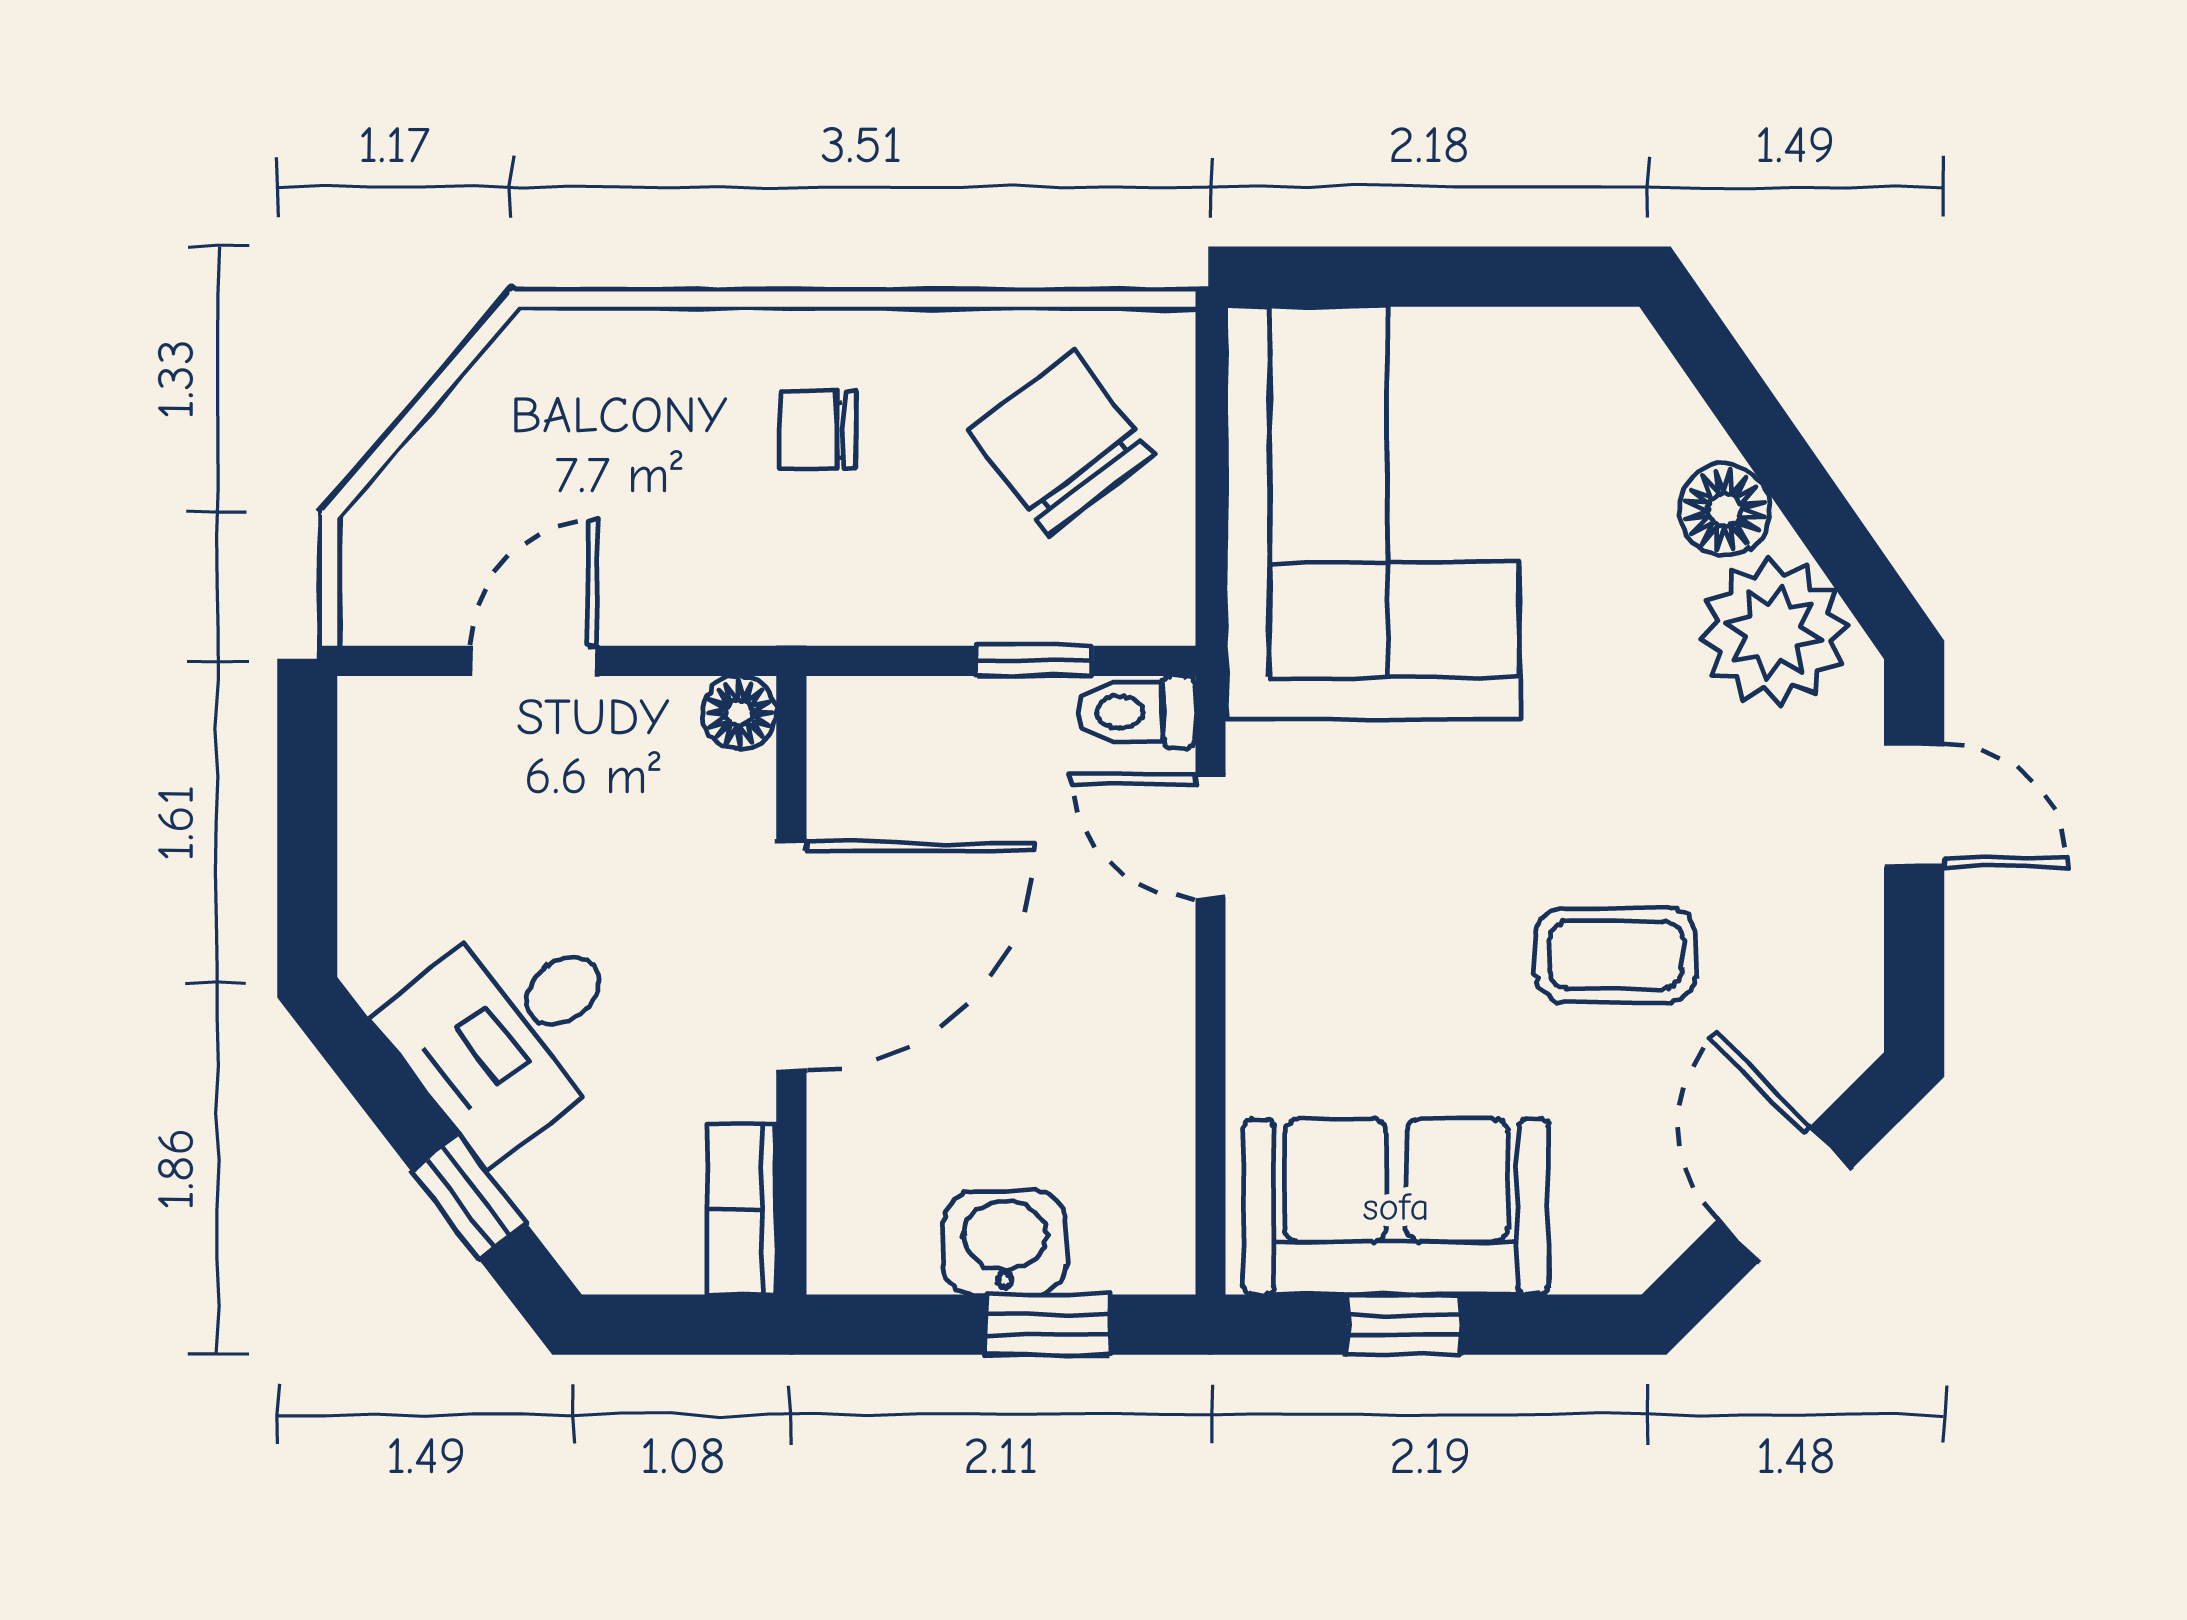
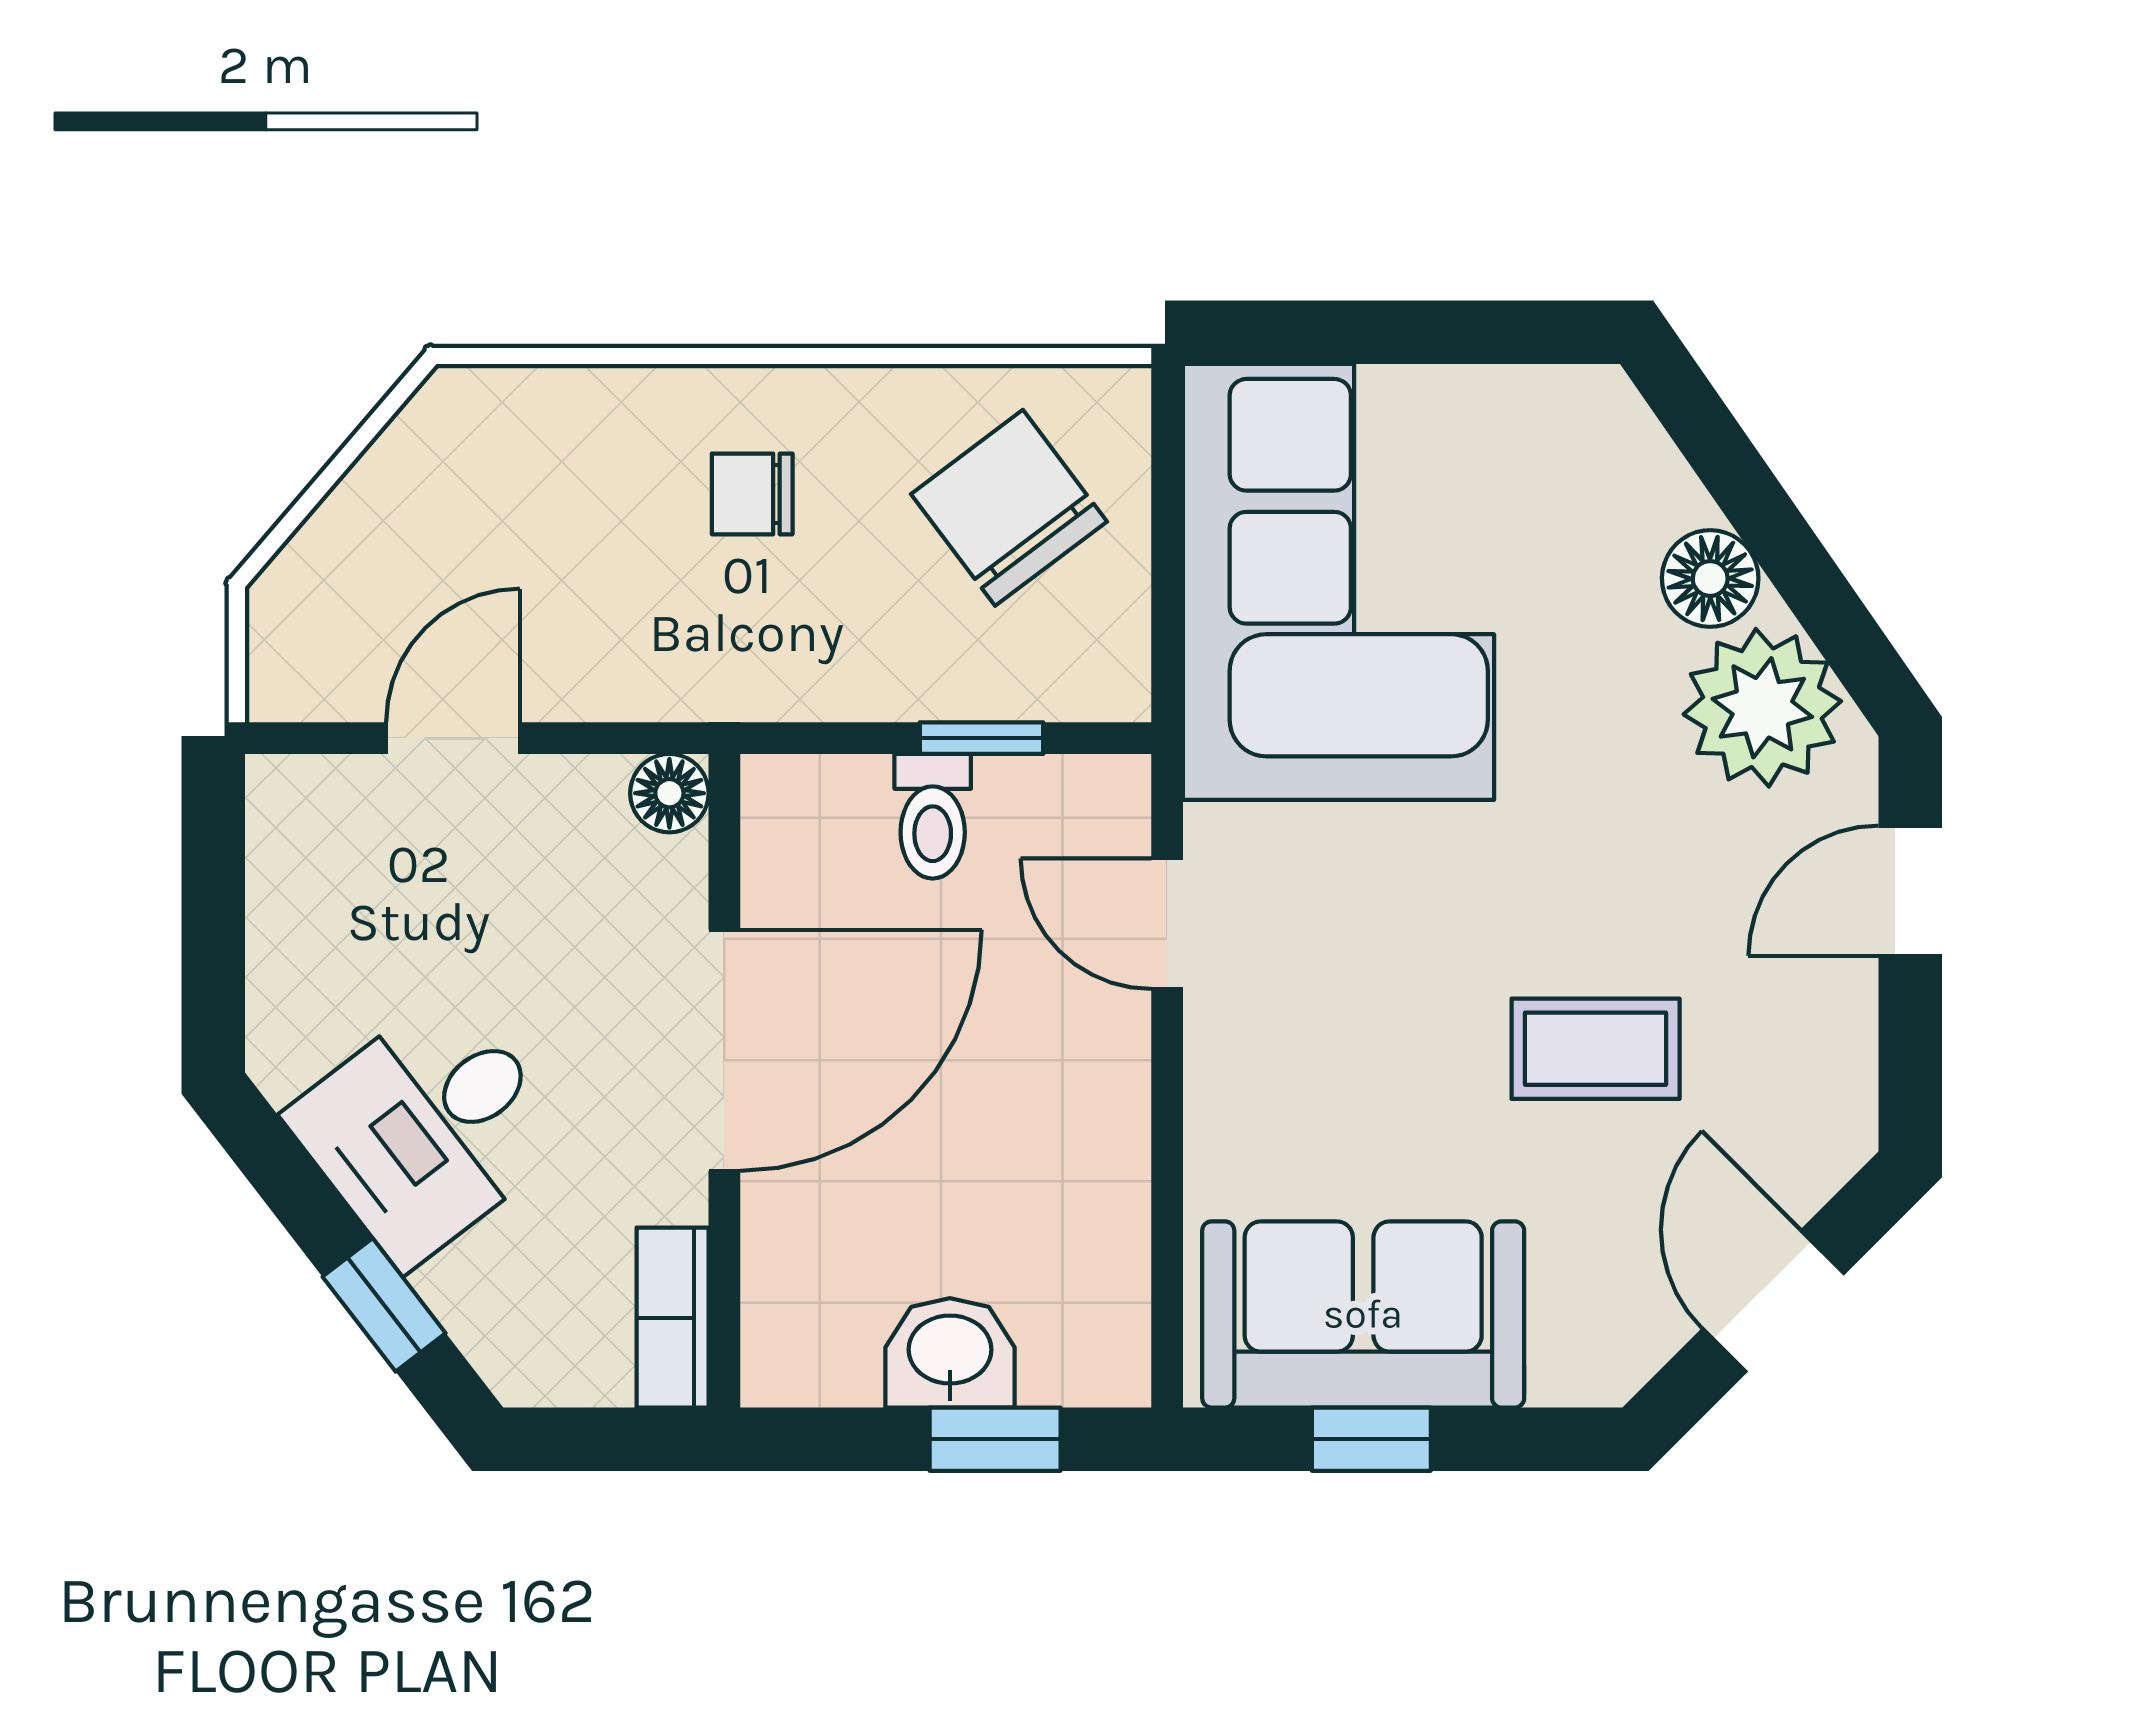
toilet: (1137, 712) -> (933, 816), moved, turned -90
door: (1914, 805) -> (1910, 891), swing flipped

